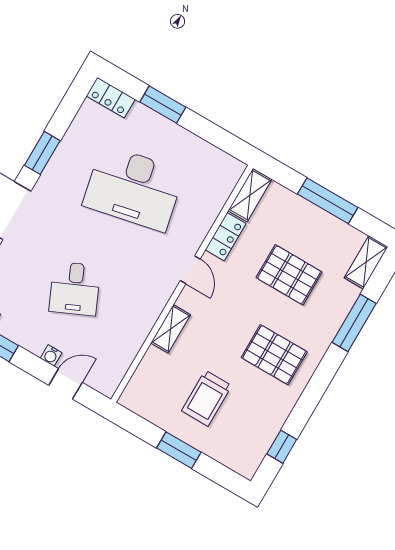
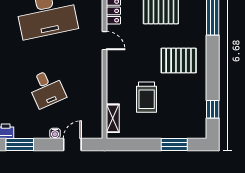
shelving: (171, 329) -> (113, 118), moved
trolley: (207, 398) -> (147, 97), moved
window: (179, 450) -> (174, 144), moved

